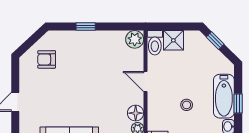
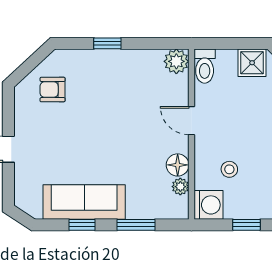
shower: (173, 40) -> (252, 63), moved
stool: (187, 105) -> (229, 169), moved

